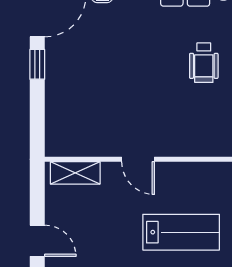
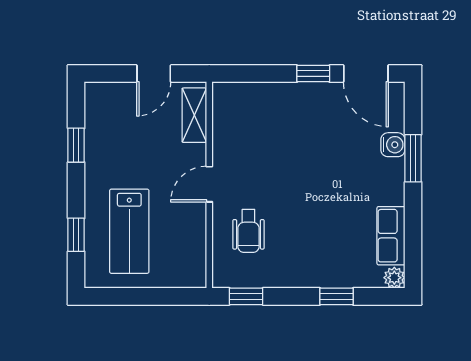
wheelchair: (204, 63) -> (248, 231), moved, turned -90
door: (37, 241) -> (154, 74), moved

